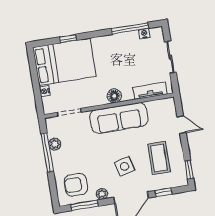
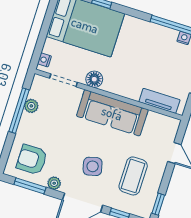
nightstand: (45, 91) -> (44, 60), moved
floor lamp: (114, 96) -> (94, 79), moved

